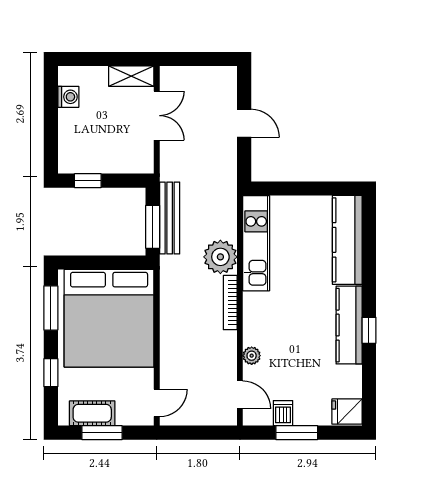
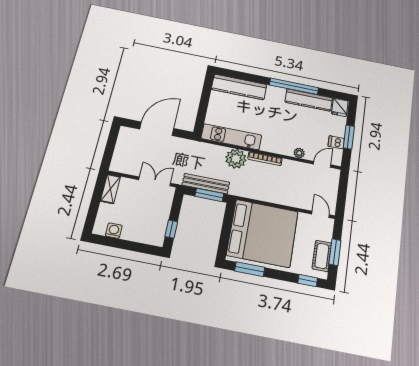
double door: (157, 116) -> (155, 181), moved
door: (244, 123) -> (157, 129), width x1.88
kitchen counter: (349, 325) -> (309, 100), moved
window: (369, 330) -> (294, 86), width x3.17
window: (51, 373) -> (308, 281), moved

